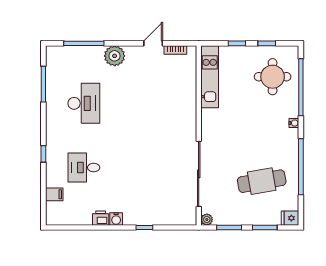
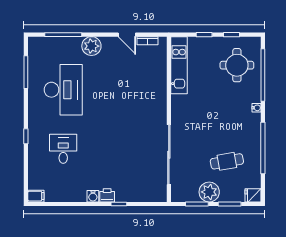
door: (153, 43) -> (127, 35), swing flipped
desk: (84, 103) -> (63, 90), width x1.36, depth x1.30
desk: (84, 168) -> (63, 149), turned 90
cafe table: (262, 181) -> (227, 161), width x0.73, depth x0.74
filing cabinet: (54, 194) -> (36, 196), moved
printer: (101, 218) -> (107, 195), moved
plant: (207, 220) -> (209, 192), moved, width x1.88, depth x1.88

